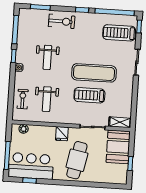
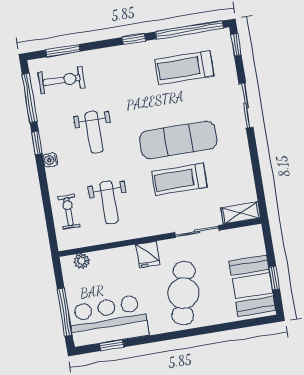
exercise bike: (62, 21) -> (62, 80), moved
treadmill: (119, 33) -> (184, 68), moved
booth: (118, 147) -> (252, 286), moved

